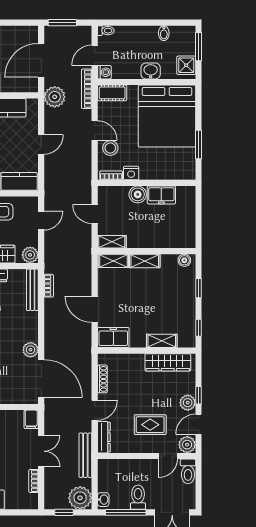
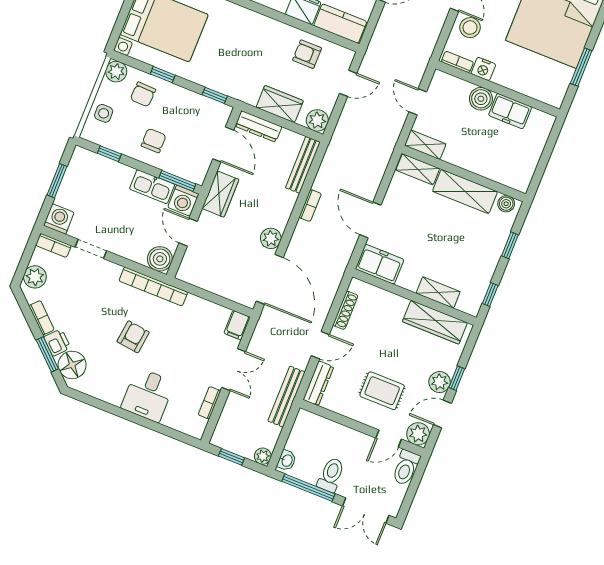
shelving: (145, 261) -> (465, 191), width x1.50, depth x1.33
bookcase: (49, 286) -> (310, 205), moved
plant: (80, 498) -> (263, 456), width x0.53, depth x0.53

